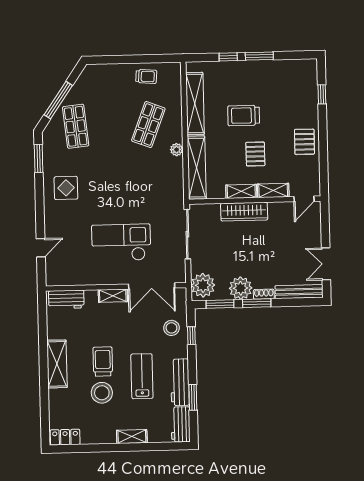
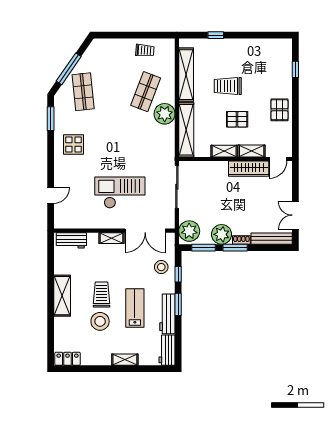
window: (259, 56) -> (242, 35), removed
plant: (177, 150) -> (165, 114), width x1.88, depth x1.88
pallet: (255, 154) -> (237, 119), turned 90
wardrobe: (244, 212) -> (249, 169), moved
window: (193, 397) -> (178, 304), moved

